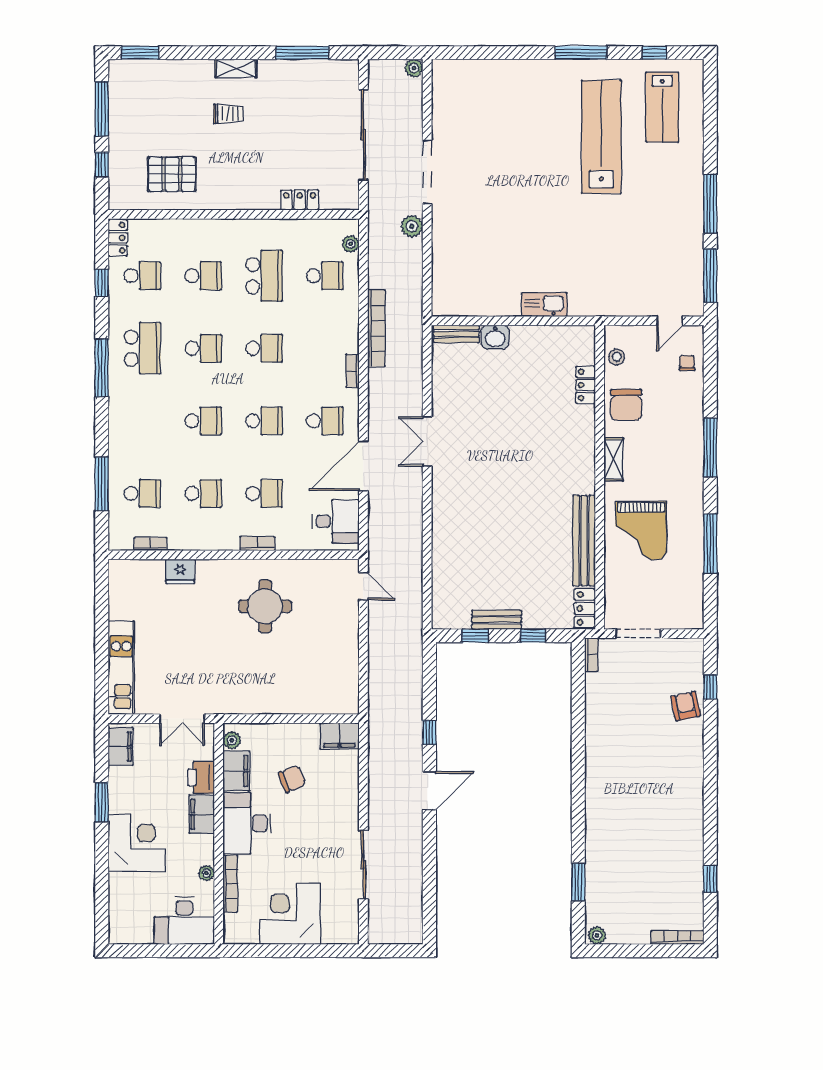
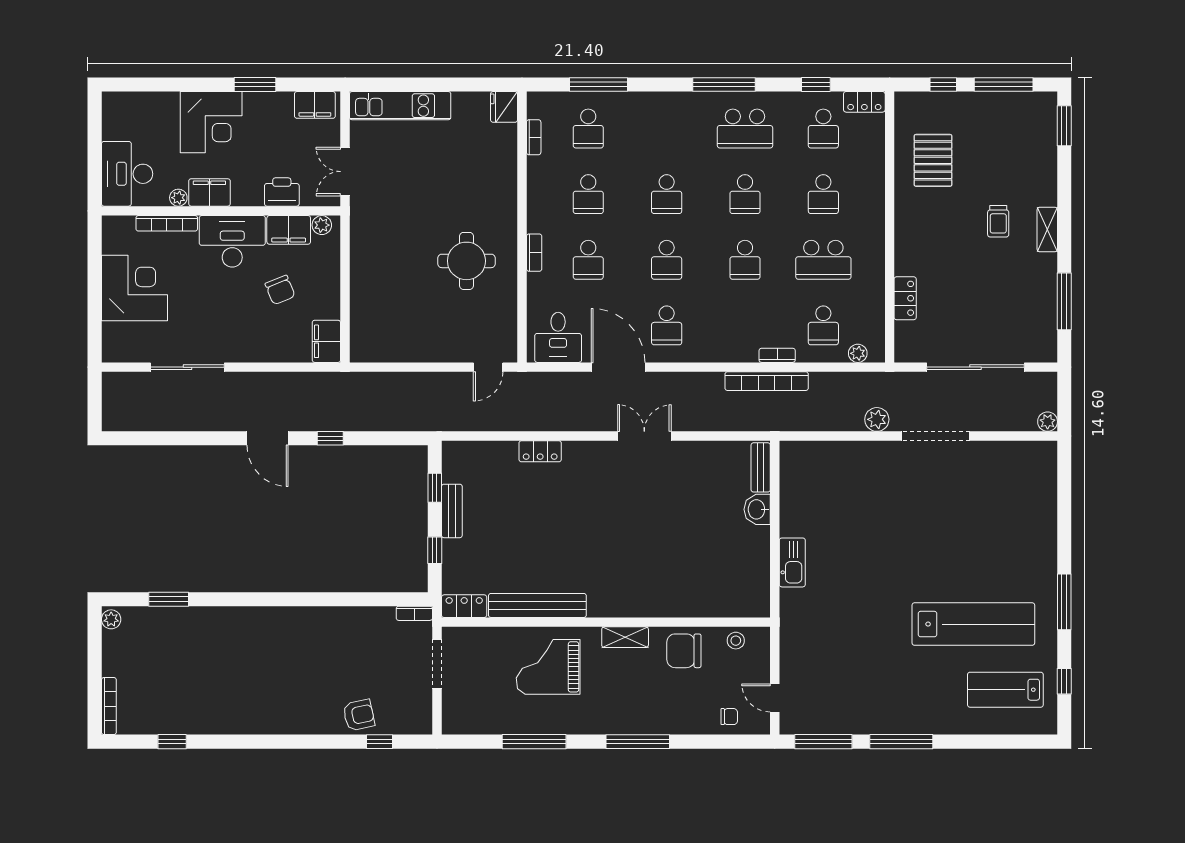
bookcase: (352, 371) -> (777, 355), moved
locker: (585, 385) -> (540, 451), moved, turned 180
fridge: (180, 571) -> (504, 107), moved
filing cabinet: (202, 814) -> (209, 192), moved

